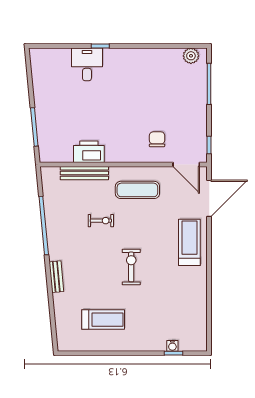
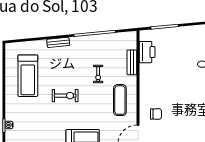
printer: (89, 152) -> (147, 52), moved
bench: (84, 173) -> (132, 62), width x0.73
treadmill: (103, 320) -> (28, 76), width x1.37, depth x1.38

